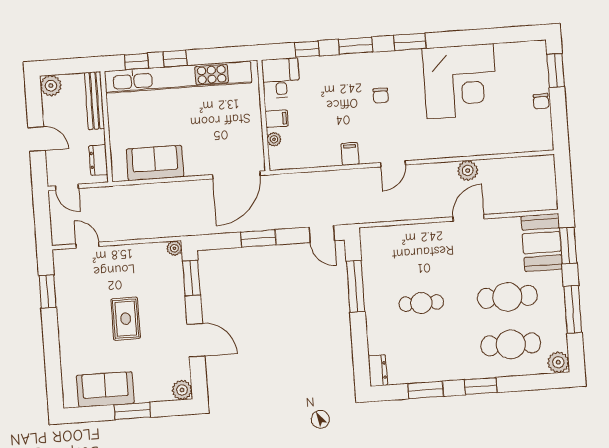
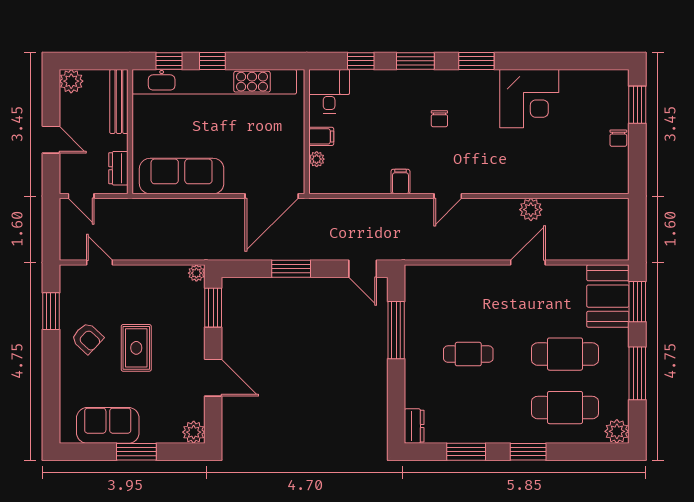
corner desk: (460, 81) -> (529, 99), width x0.74, depth x0.74
sofa: (155, 163) -> (182, 176), width x1.36
armchair: (82, 313) -> (87, 338), added

